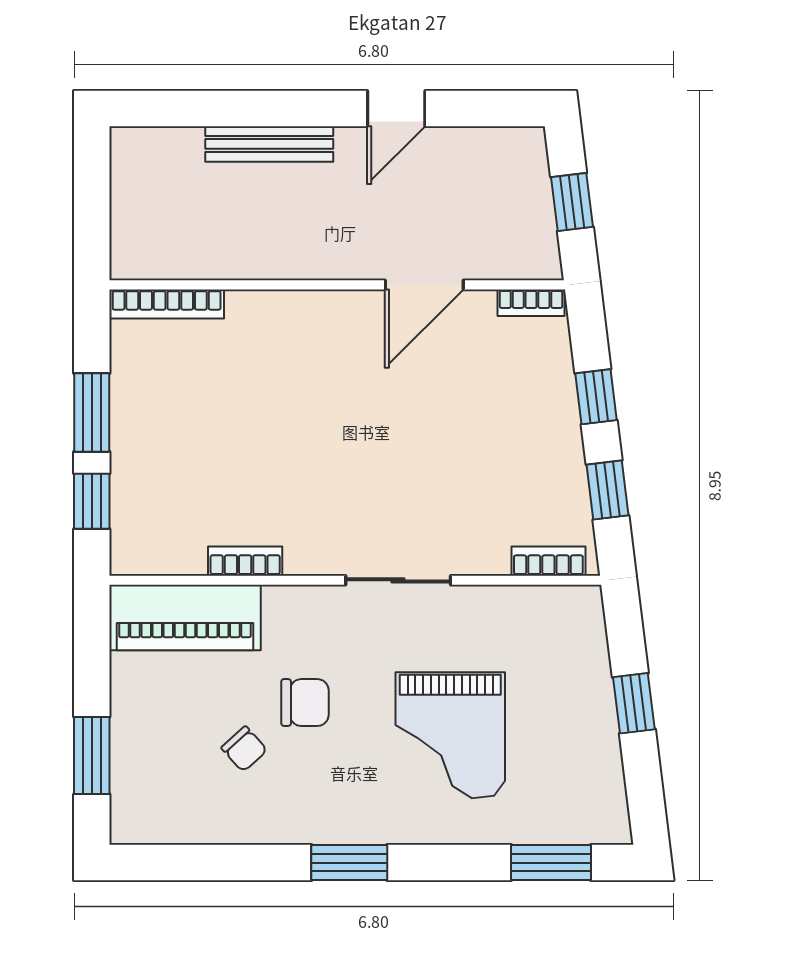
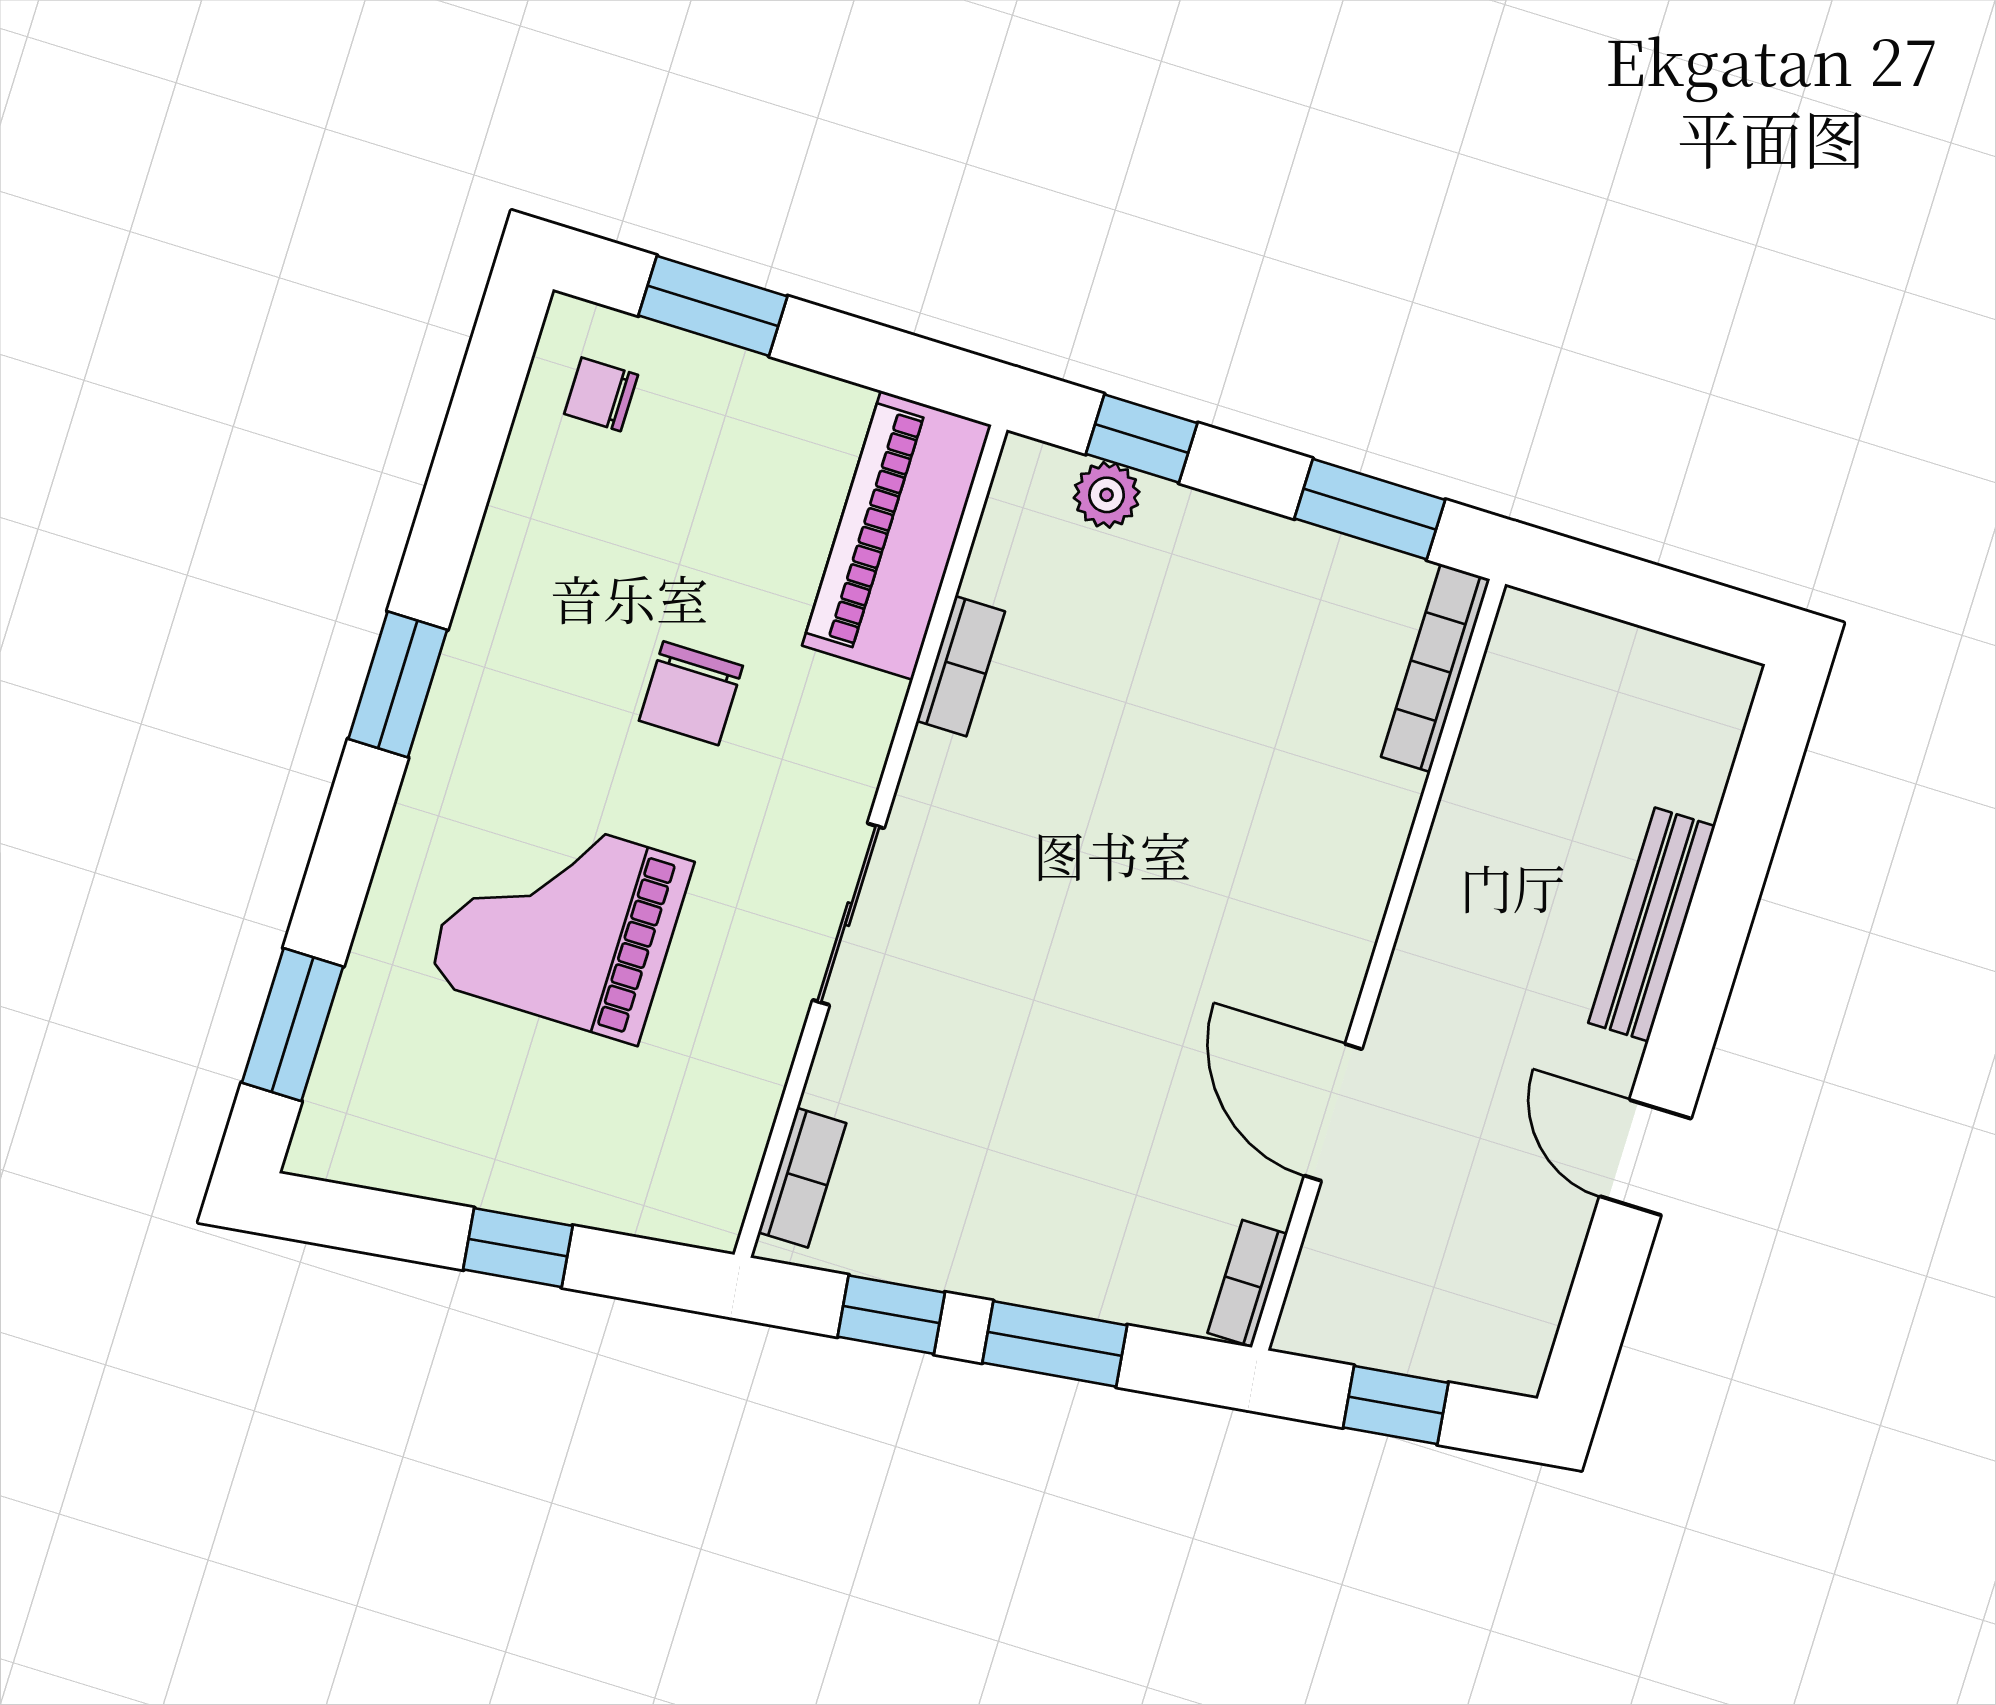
window: (596, 397) -> (1055, 1344), width x1.50
window: (92, 412) -> (1370, 509), moved
plant: (128, 511) -> (1107, 495), added
chair: (244, 749) -> (601, 394), moved, turned 42

